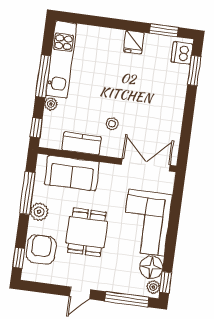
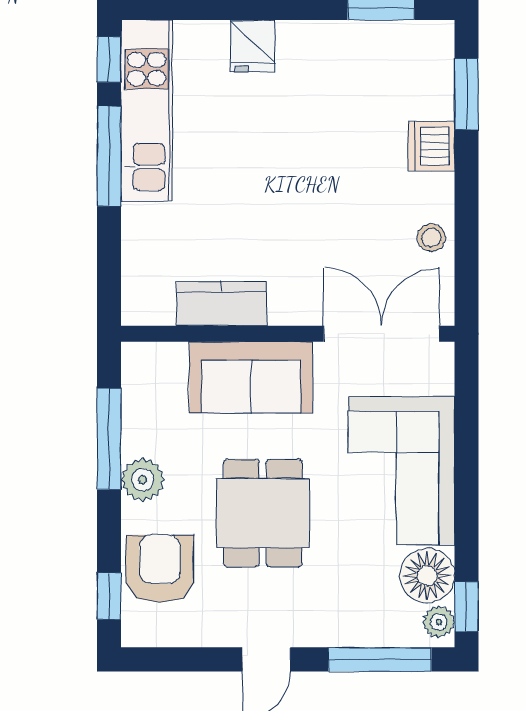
fridge: (134, 42) -> (253, 46), moved
dishwasher: (182, 53) -> (431, 146), moved
plant: (51, 104) -> (136, 220), removed
stool: (112, 124) -> (431, 238), moved
window: (36, 128) -> (109, 59), moved
sofa: (72, 173) -> (251, 377), moved

